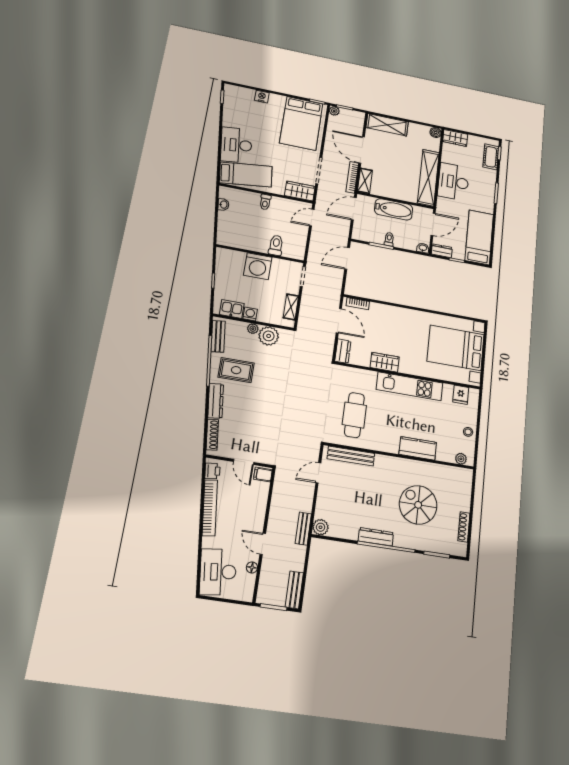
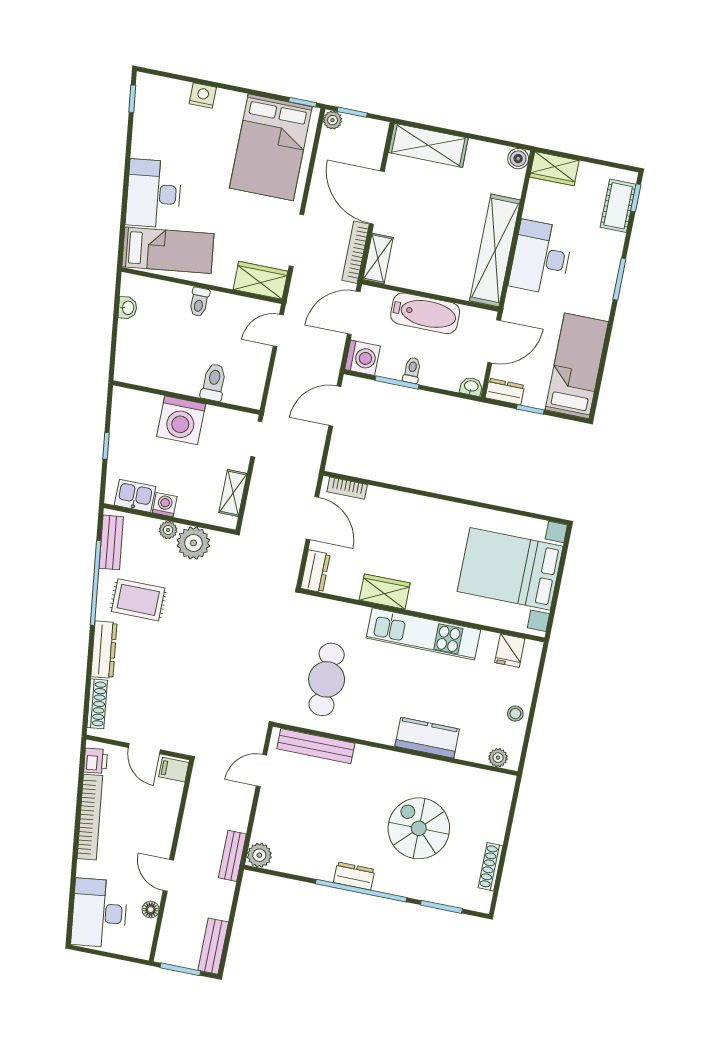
washing machine: (361, 232) -> (362, 358), added
dresser: (376, 537) -> (354, 876), width x0.70

